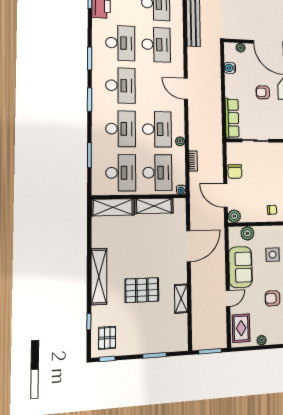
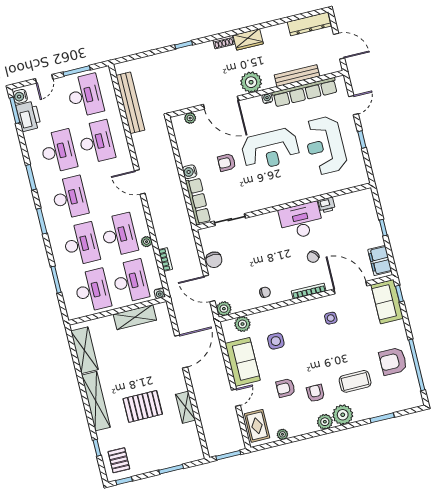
water cooler: (230, 68) -> (190, 172), moved
shelving: (113, 207) -> (84, 350), moved, turned 90

